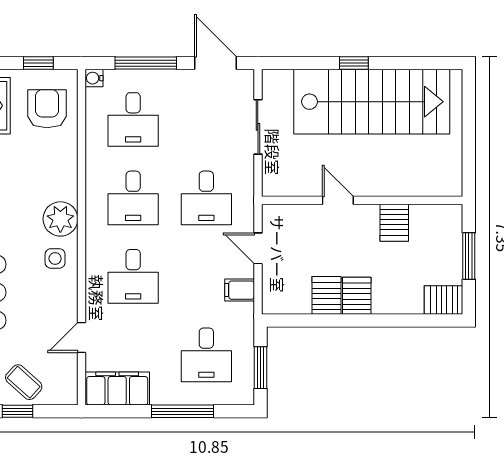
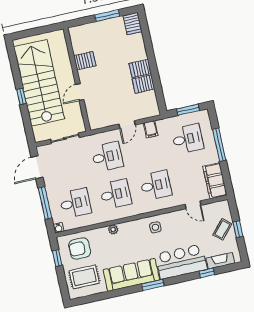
door: (338, 200) -> (80, 92), moved
wall: (362, 200) -> (77, 80), moved
plant: (60, 219) -> (113, 229), moved, width x0.53, depth x0.53
server rack: (394, 223) -> (85, 61), moved

